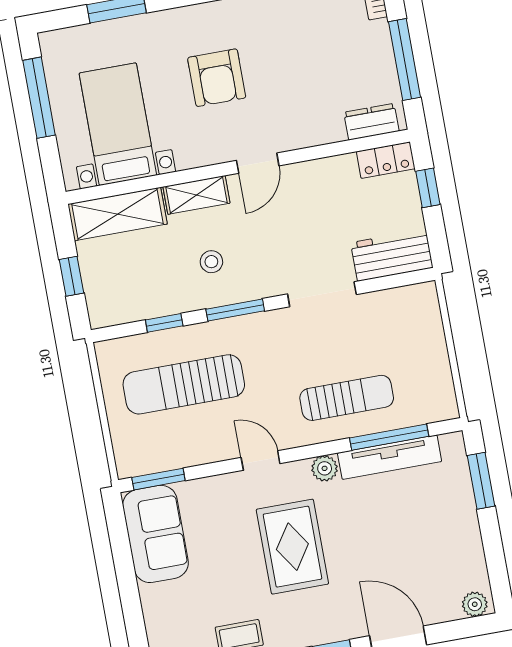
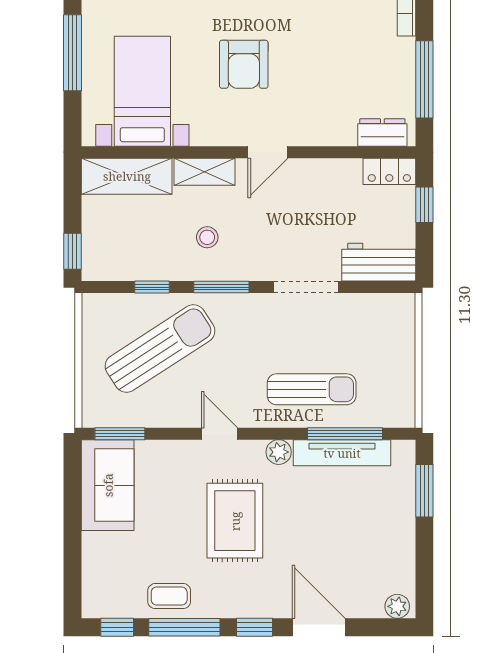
window: (72, 276) -> (72, 251), moved
sun lounger: (184, 384) -> (160, 349), turned 147

